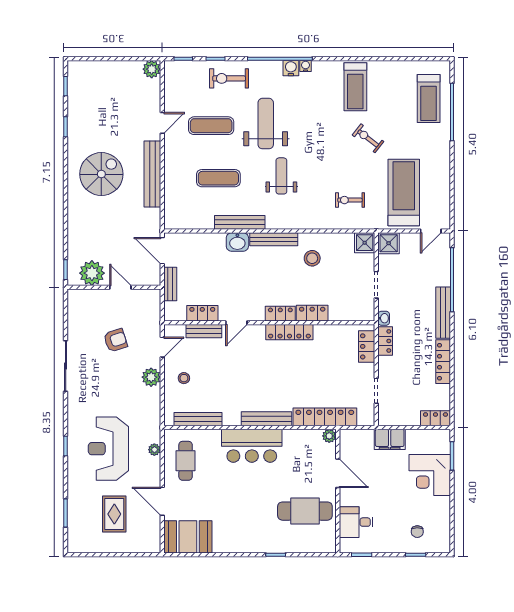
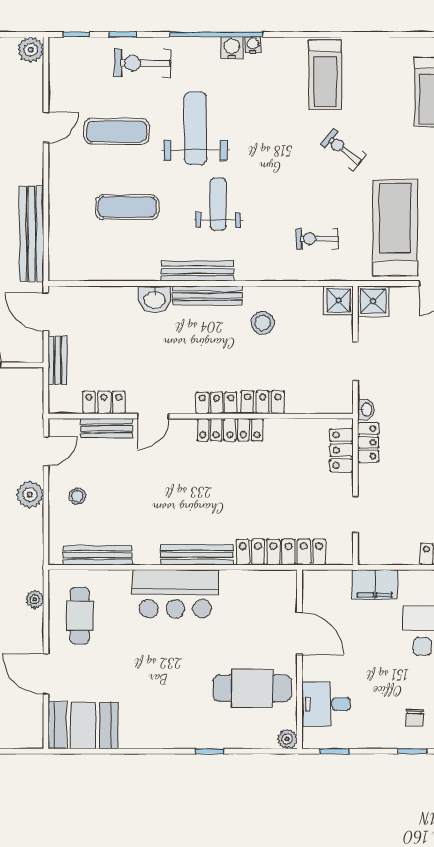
bench: (152, 174) -> (32, 234), moved
bench: (240, 222) -> (197, 271), moved
plant: (329, 436) -> (287, 739), moved

